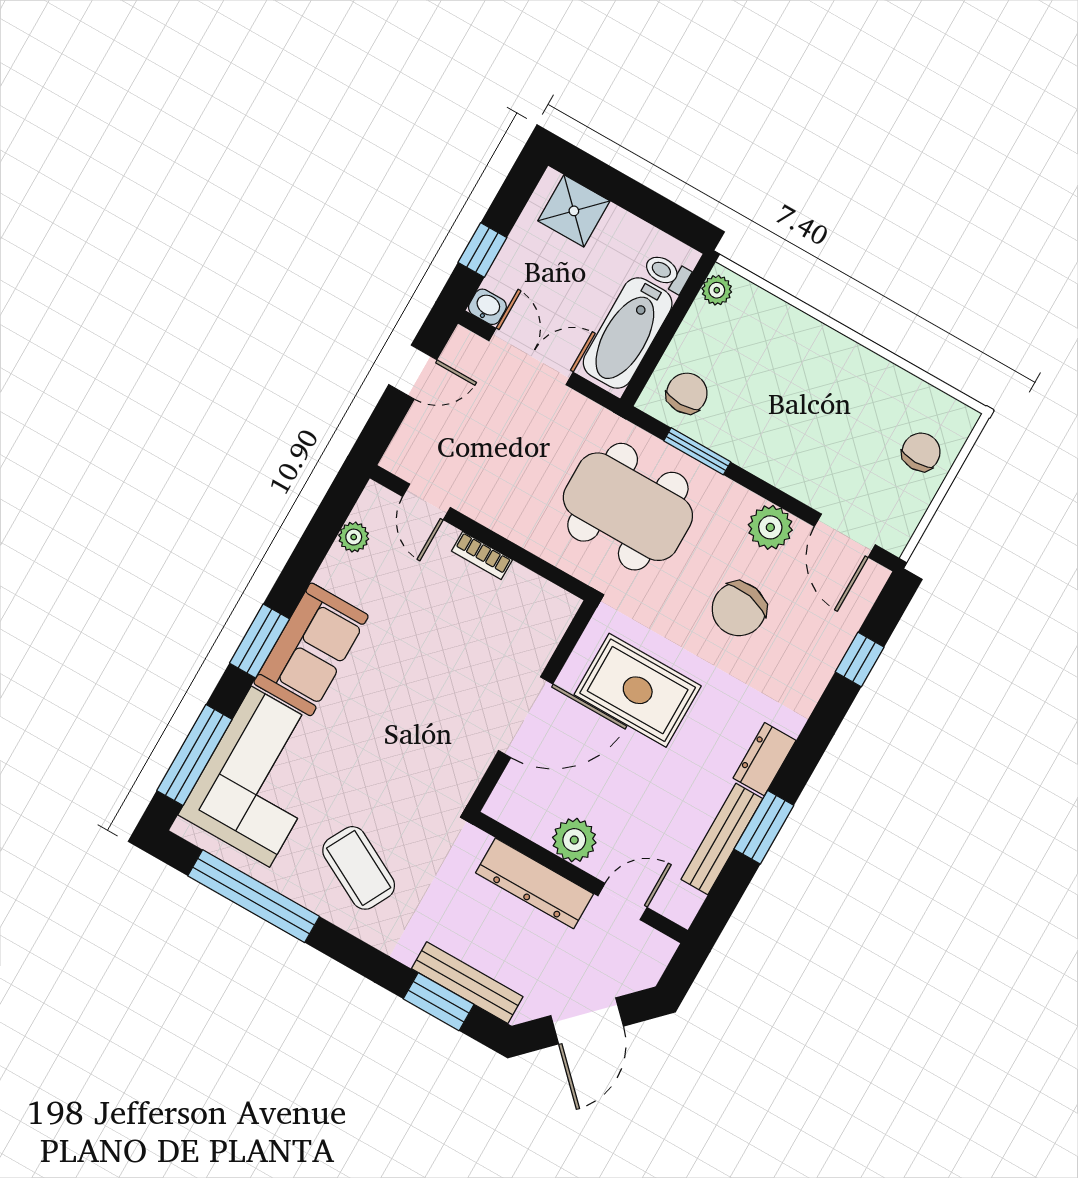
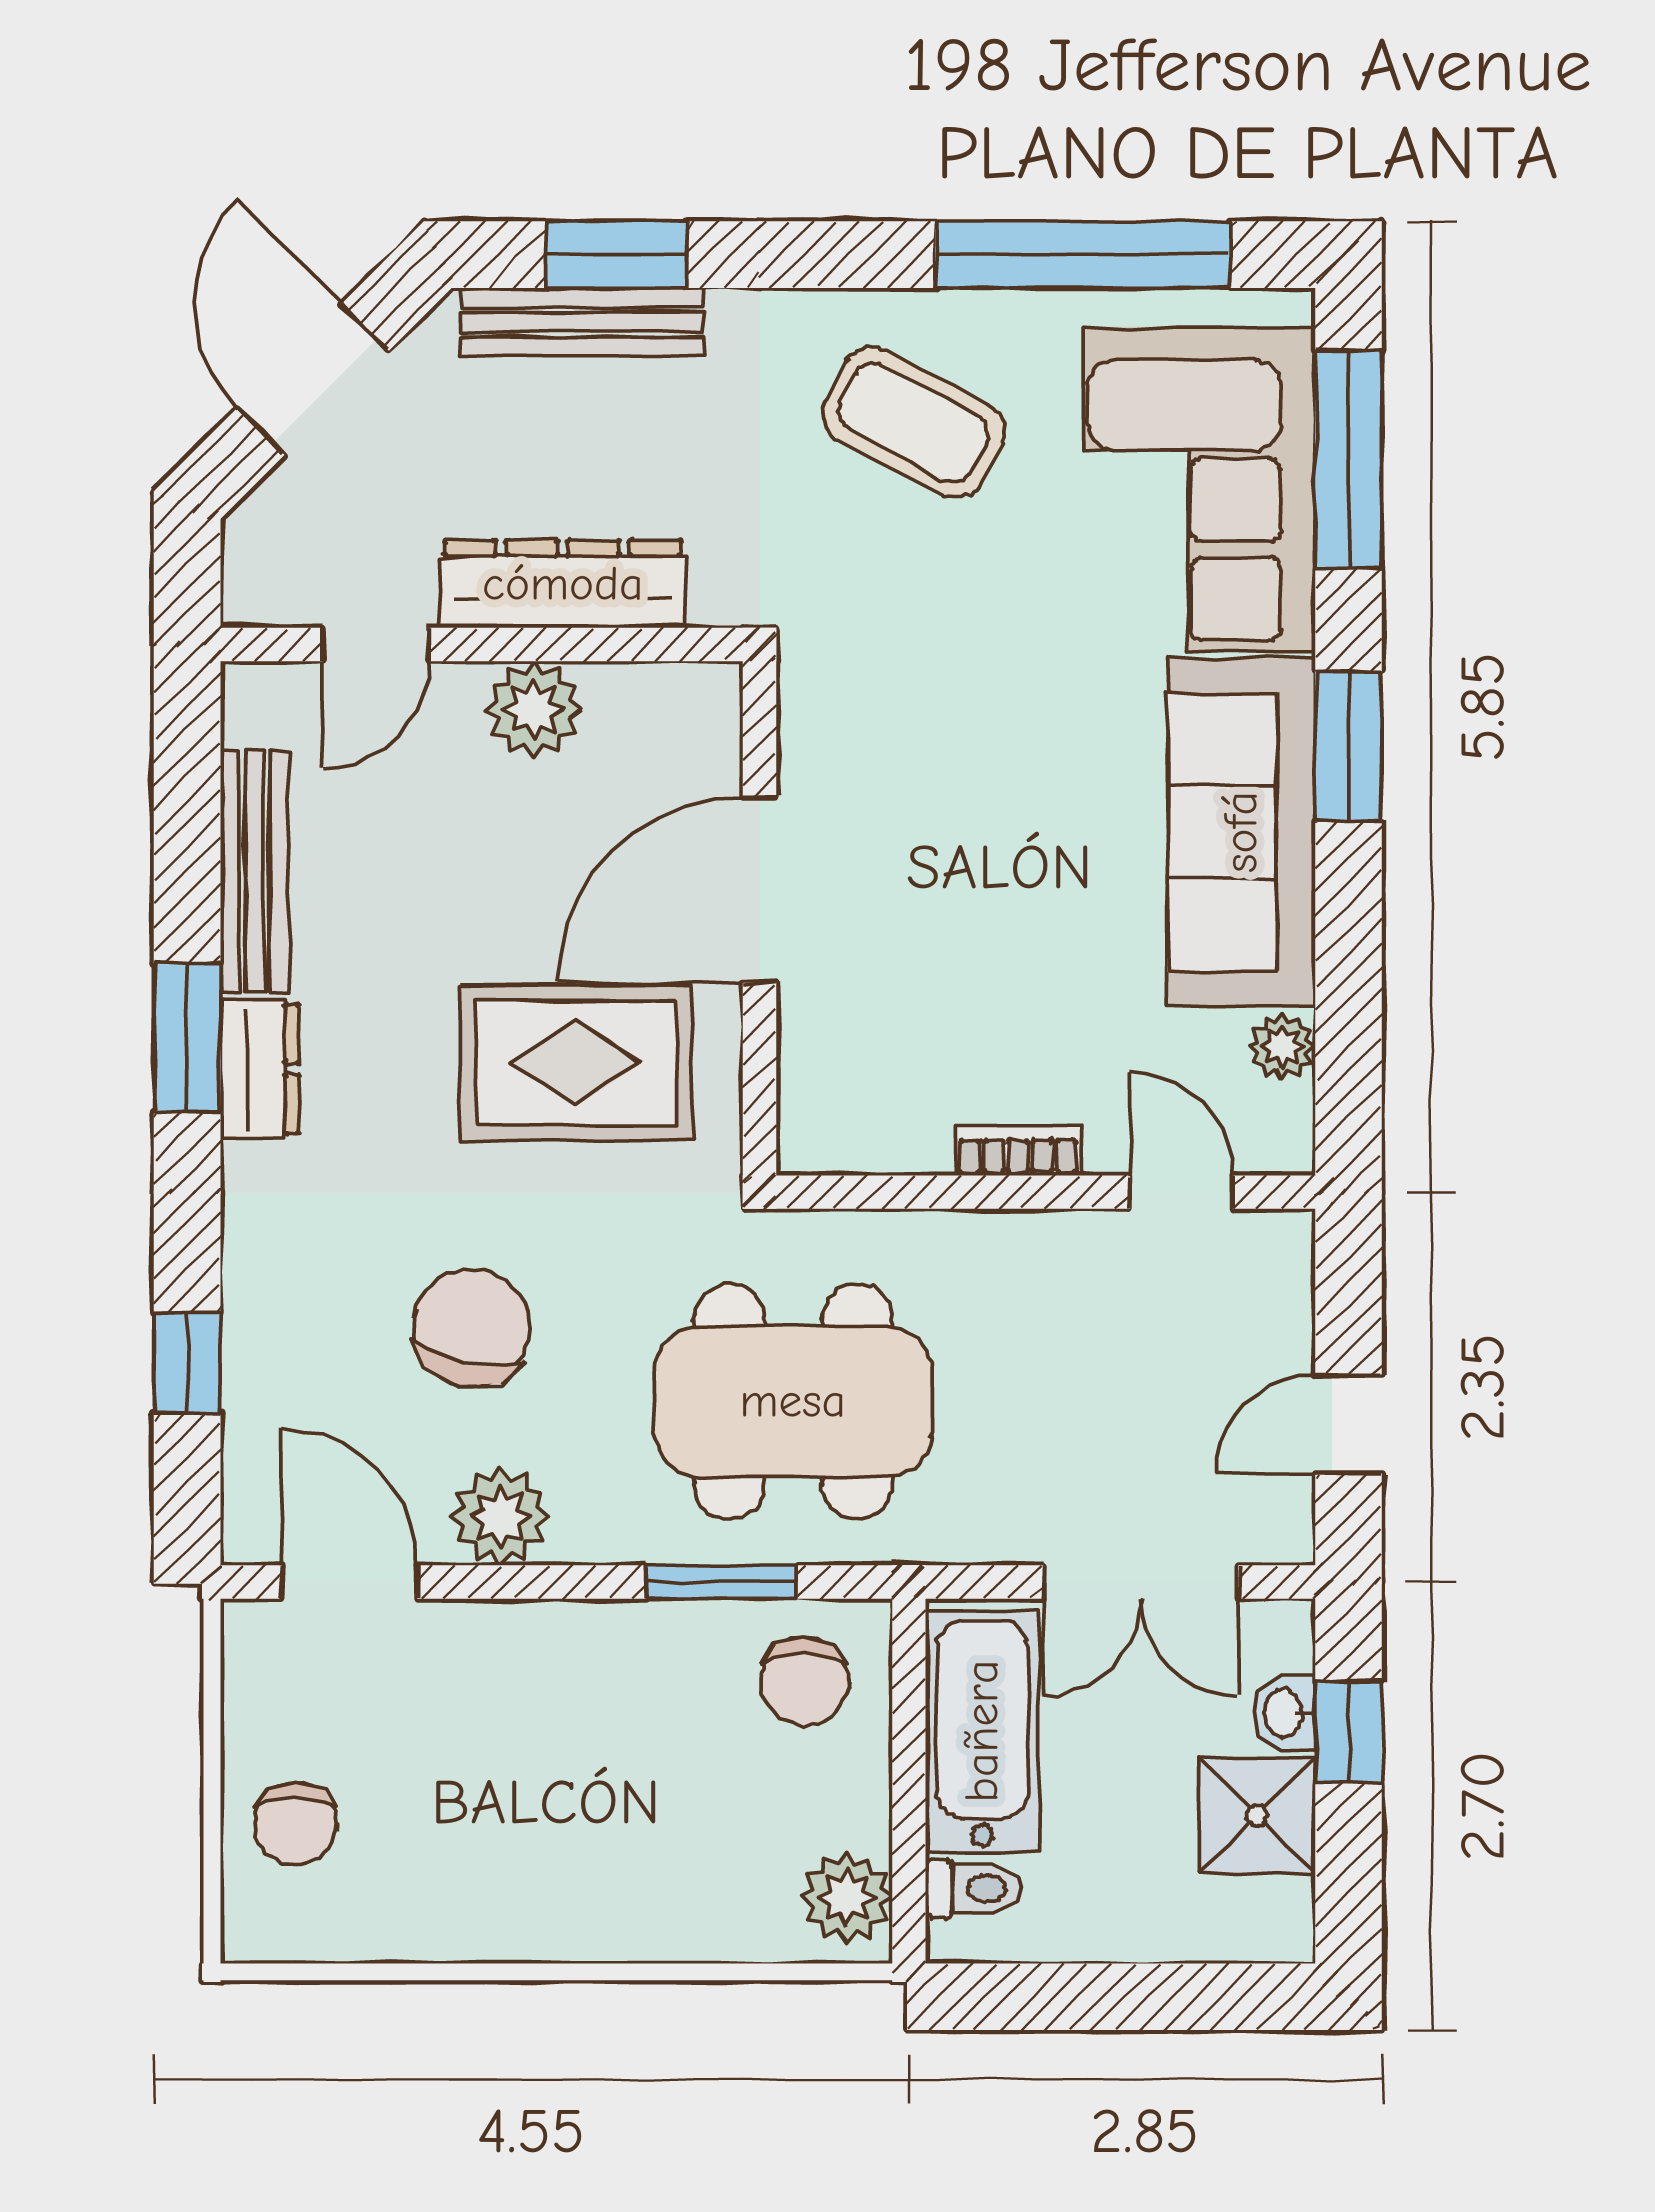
shower: (574, 211) -> (1257, 1816), moved
plant: (717, 290) -> (847, 1897), width x1.38, depth x1.38
washbasin: (487, 307) -> (1285, 1713), moved, turned 90
sofa: (311, 649) -> (1241, 832), width x1.36
window: (764, 827) -> (187, 1038), moved

